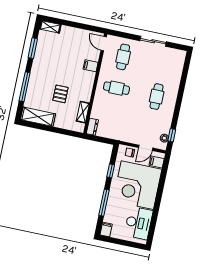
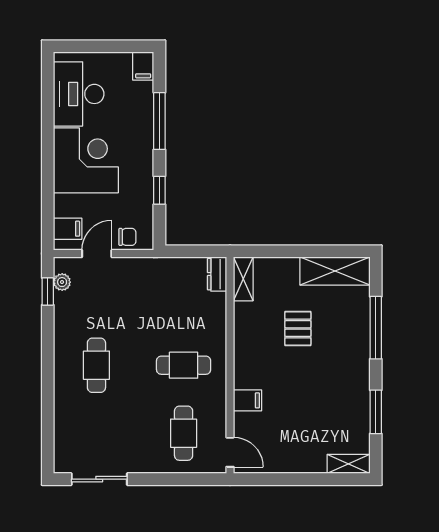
sliding door: (153, 41) -> (99, 479), moved
shelving: (83, 112) -> (243, 279), moved
corner desk: (137, 185) -> (86, 160), width x0.74, depth x0.74

